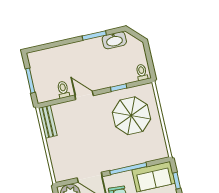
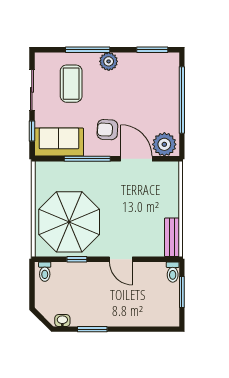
washbasin: (114, 40) -> (62, 321), width x0.52, depth x0.69
toilet: (63, 90) -> (173, 272), moved
parasol: (131, 116) -> (69, 222), width x1.36, depth x1.36

